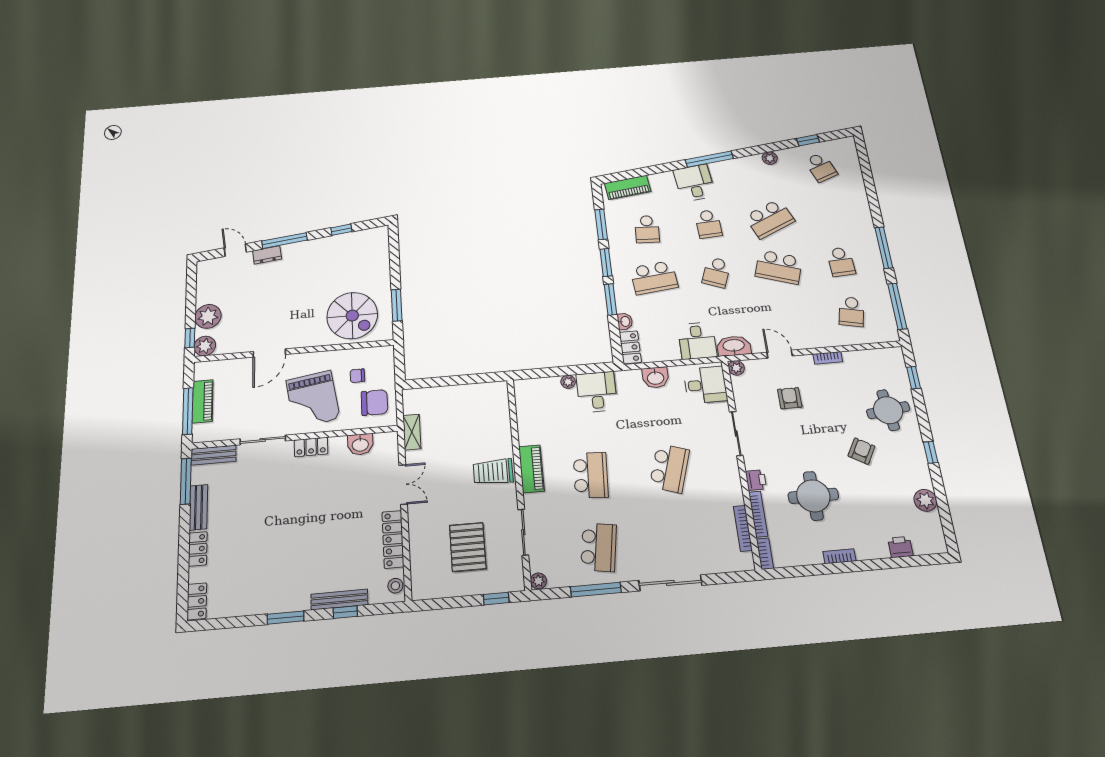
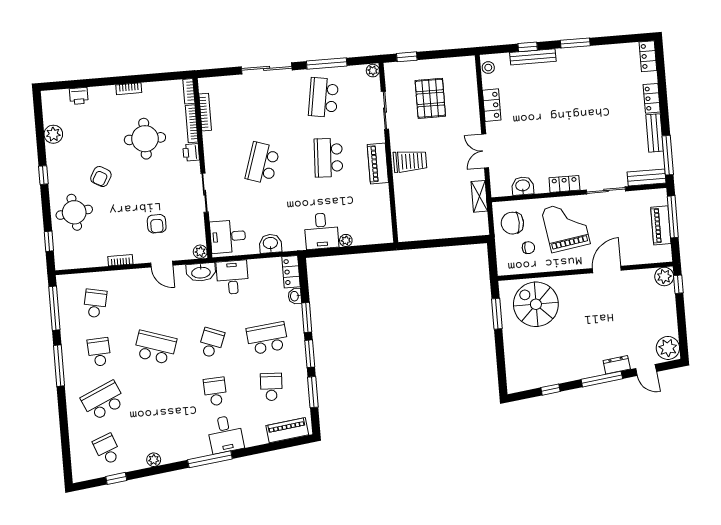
school desk: (770, 219) -> (103, 401), moved
plant: (208, 316) -> (668, 348), moved
locker: (393, 539) -> (492, 105), width x0.66

